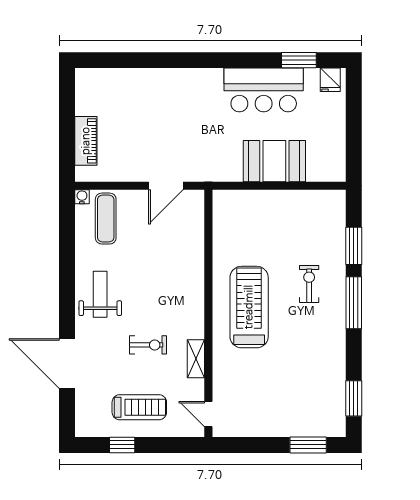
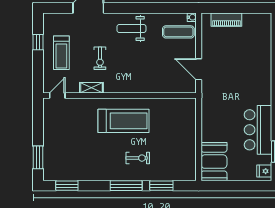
booth: (274, 161) -> (214, 162), moved
weight bench: (100, 294) -> (131, 28), turned 180

